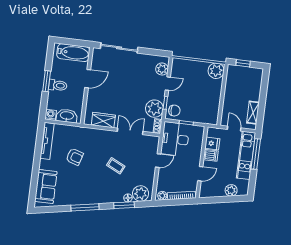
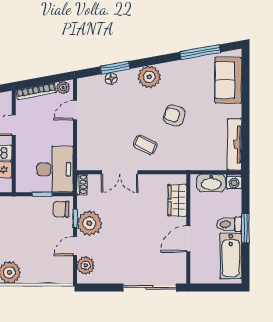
bathtub: (73, 53) -> (231, 256), moved, turned -90
plant: (154, 109) -> (89, 223), moved
wardrobe: (103, 120) -> (177, 200), moved, turned 90
armchair: (75, 157) -> (174, 116), moved
door: (158, 161) -> (75, 110), moved
coffee table: (116, 166) -> (145, 145), moved
plant: (141, 193) -> (149, 77), moved
window: (85, 207) -> (200, 52), moved

